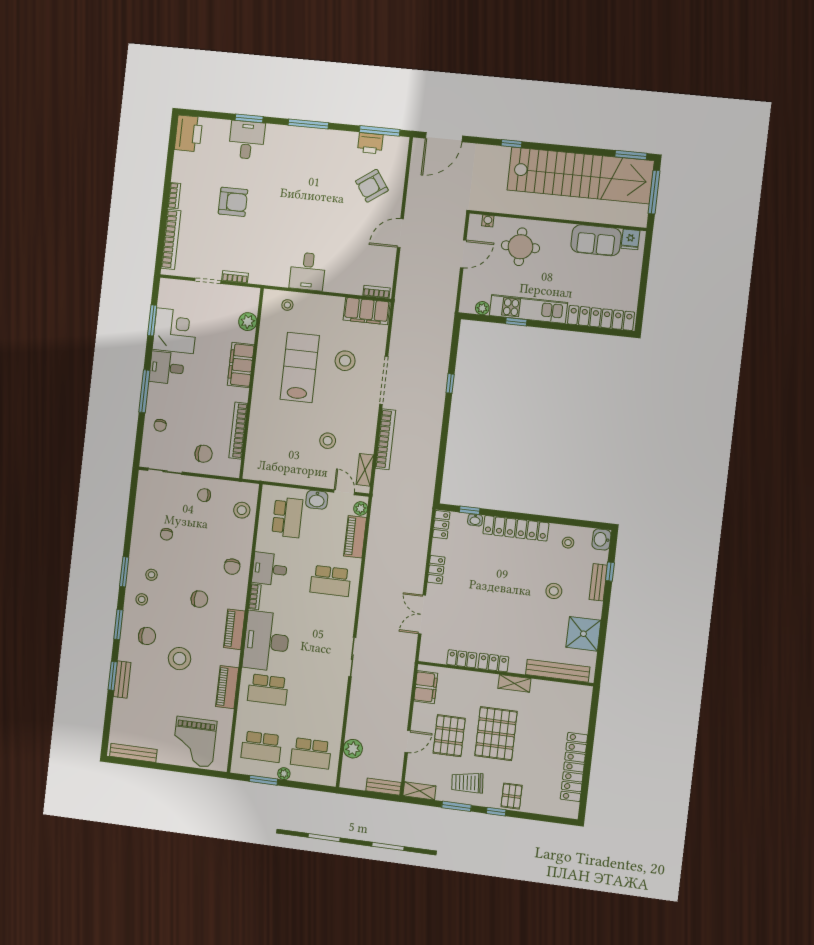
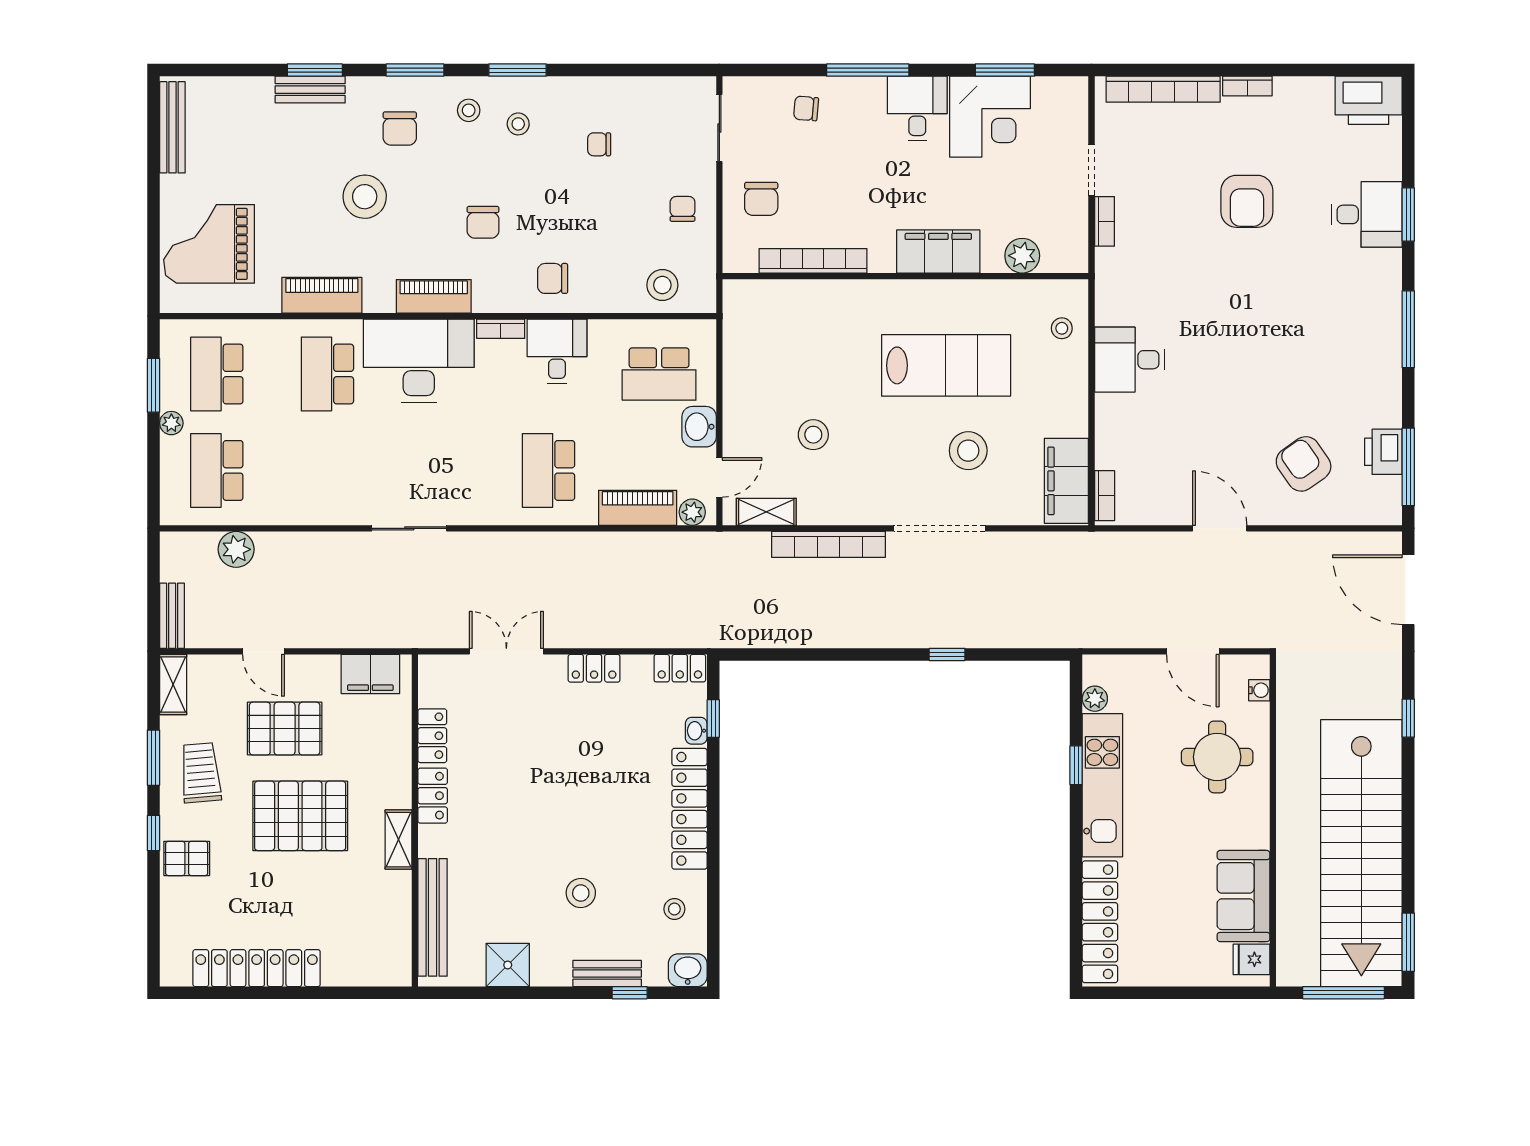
shower: (583, 634) -> (508, 965), width x0.73, depth x0.73

